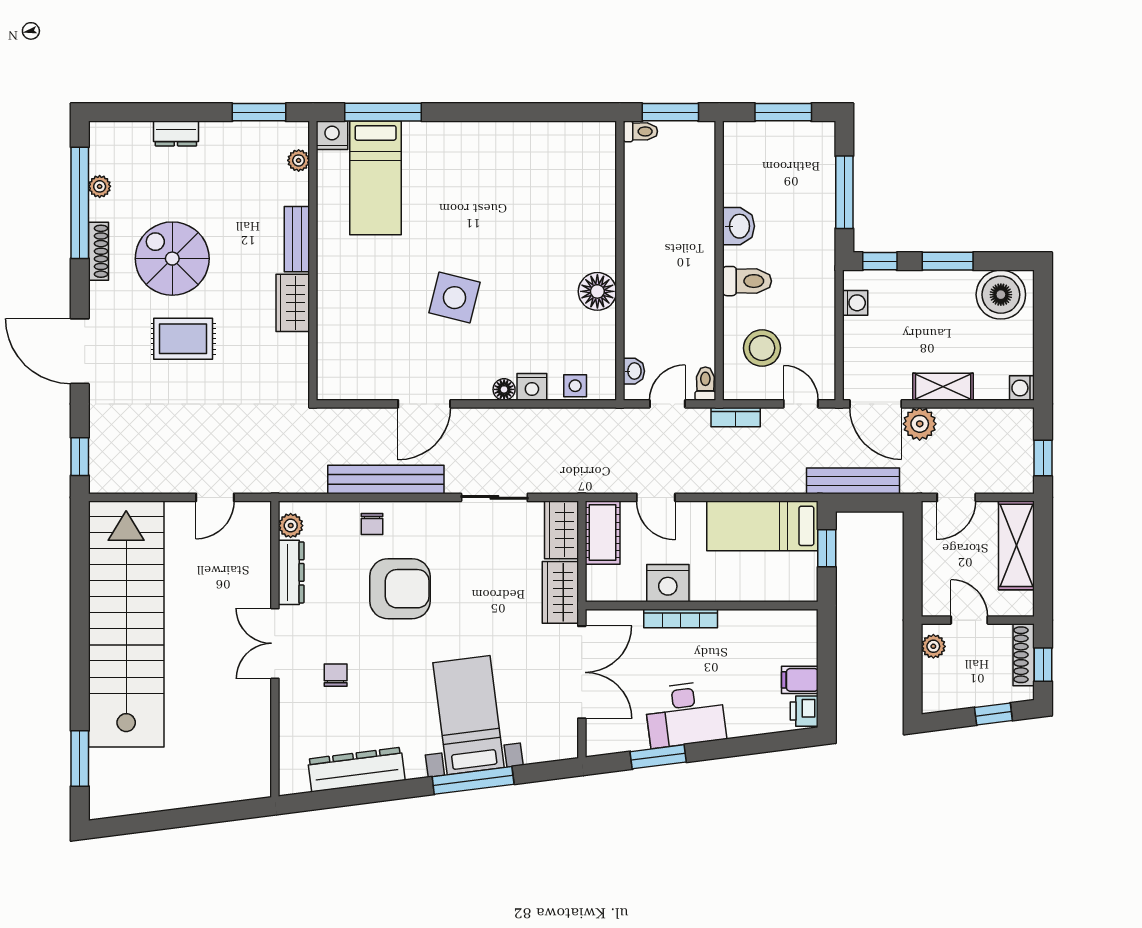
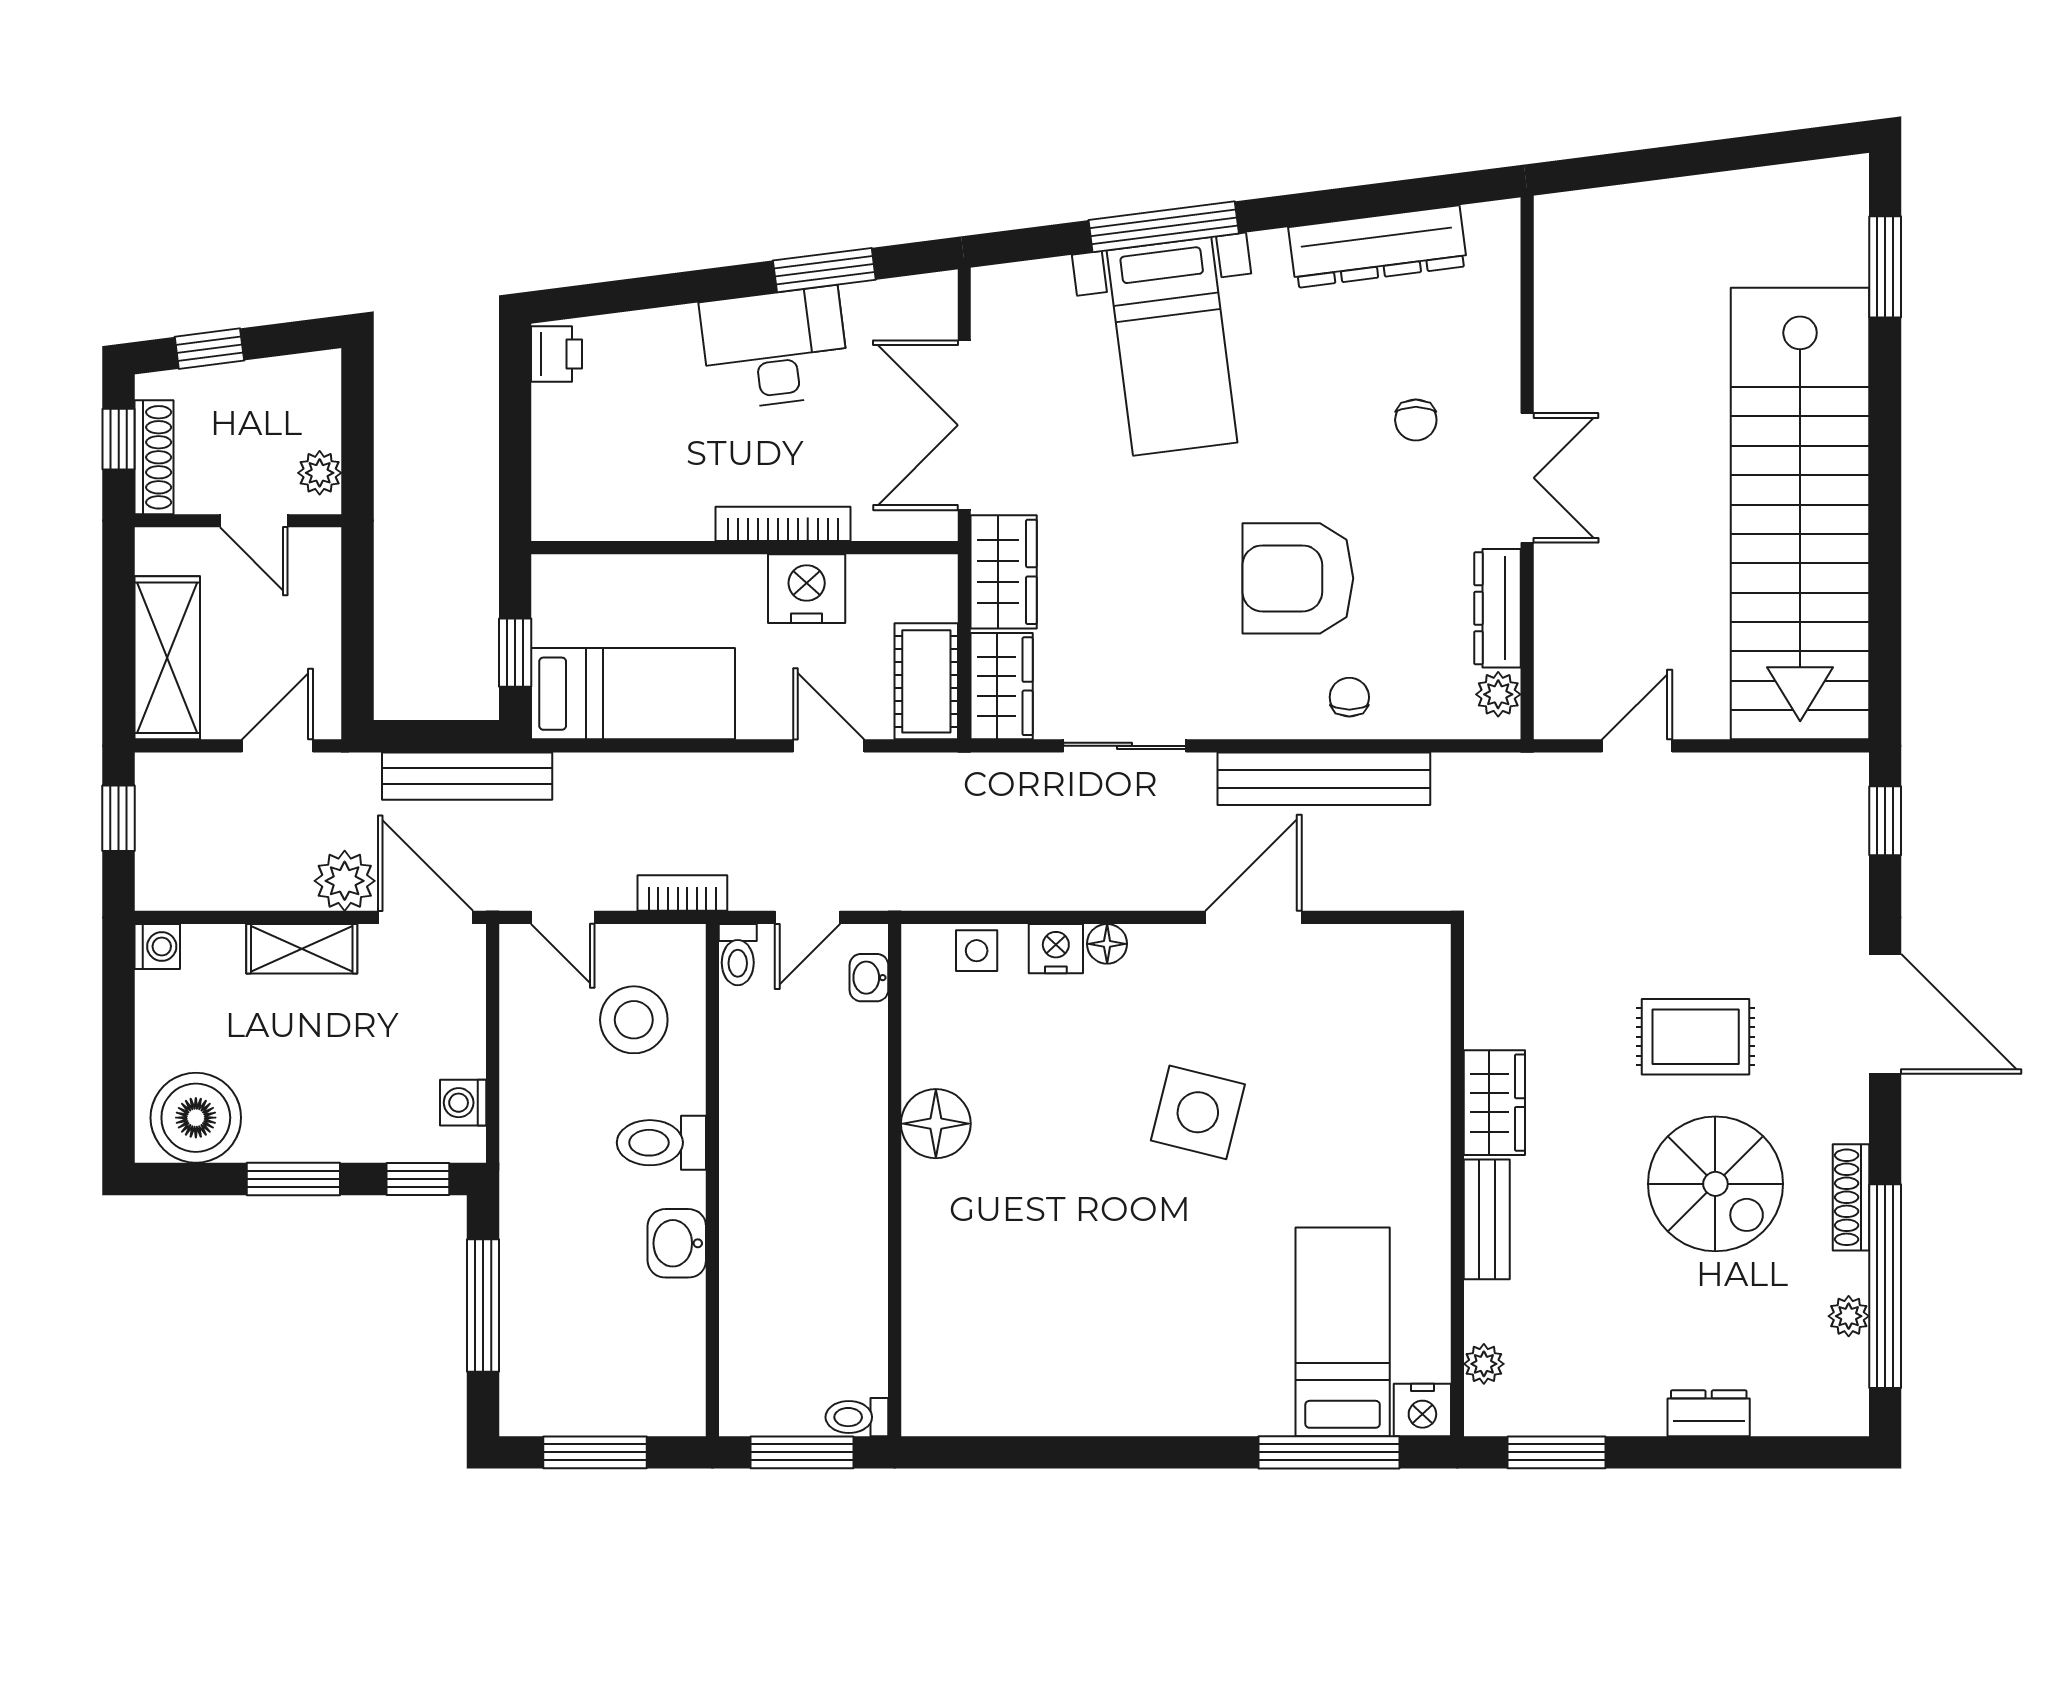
filing cabinet: (800, 680) -> (565, 411), removed

